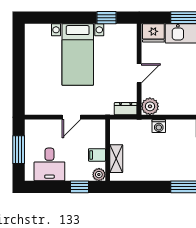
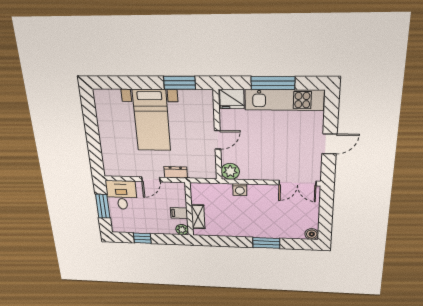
window: (107, 18) -> (179, 83), width x1.50
dresser: (126, 109) -> (176, 172), moved
desk: (49, 164) -> (122, 195), moved, turned 180
window: (79, 187) -> (142, 238), moved

